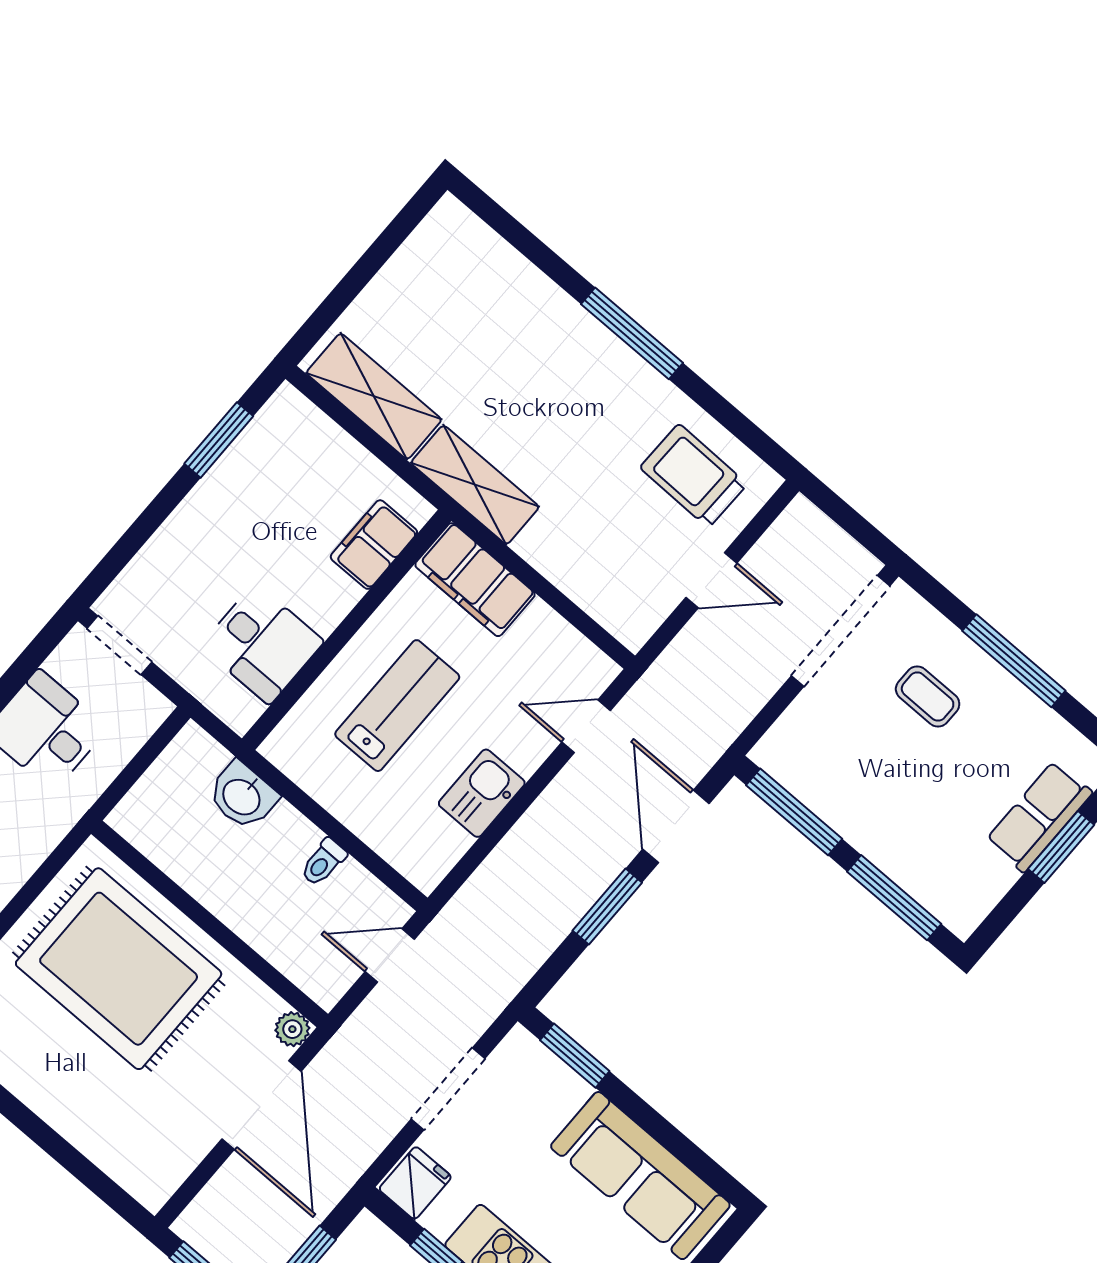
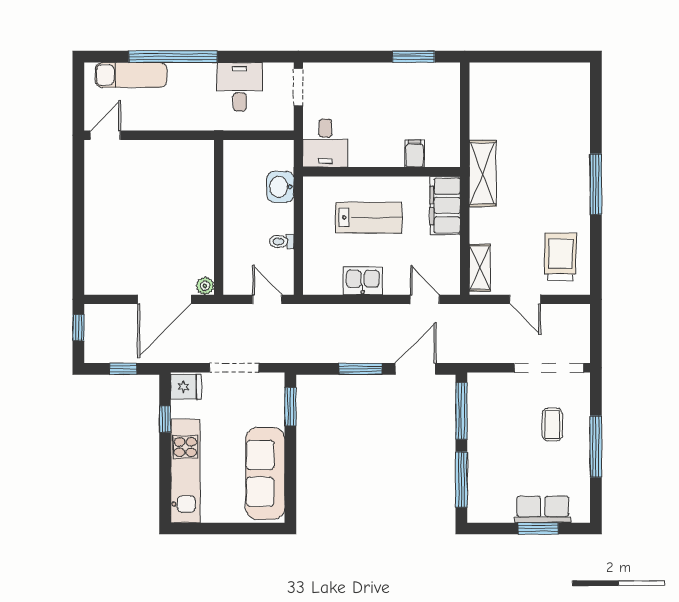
shelving: (374, 396) -> (480, 268), moved, width x0.67, depth x0.75
filing cabinet: (374, 545) -> (415, 154), width x0.50
desk: (262, 644) -> (325, 143), moved
rug: (119, 969) -> (170, 196), removed

